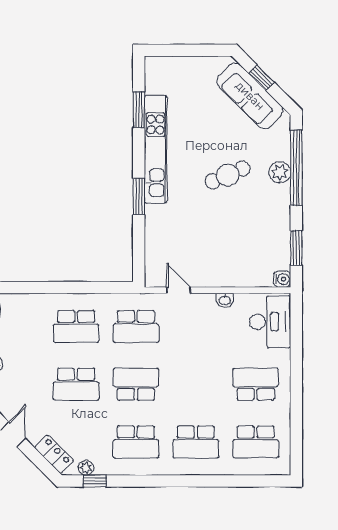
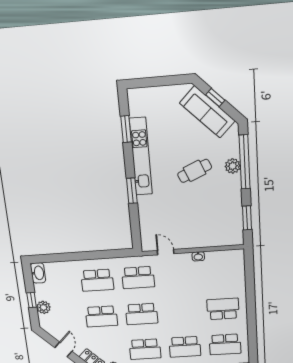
water cooler: (282, 279) -> (238, 240), removed
desk: (270, 322) -> (231, 268), removed
school desk: (136, 384) -> (142, 314), turned 180

